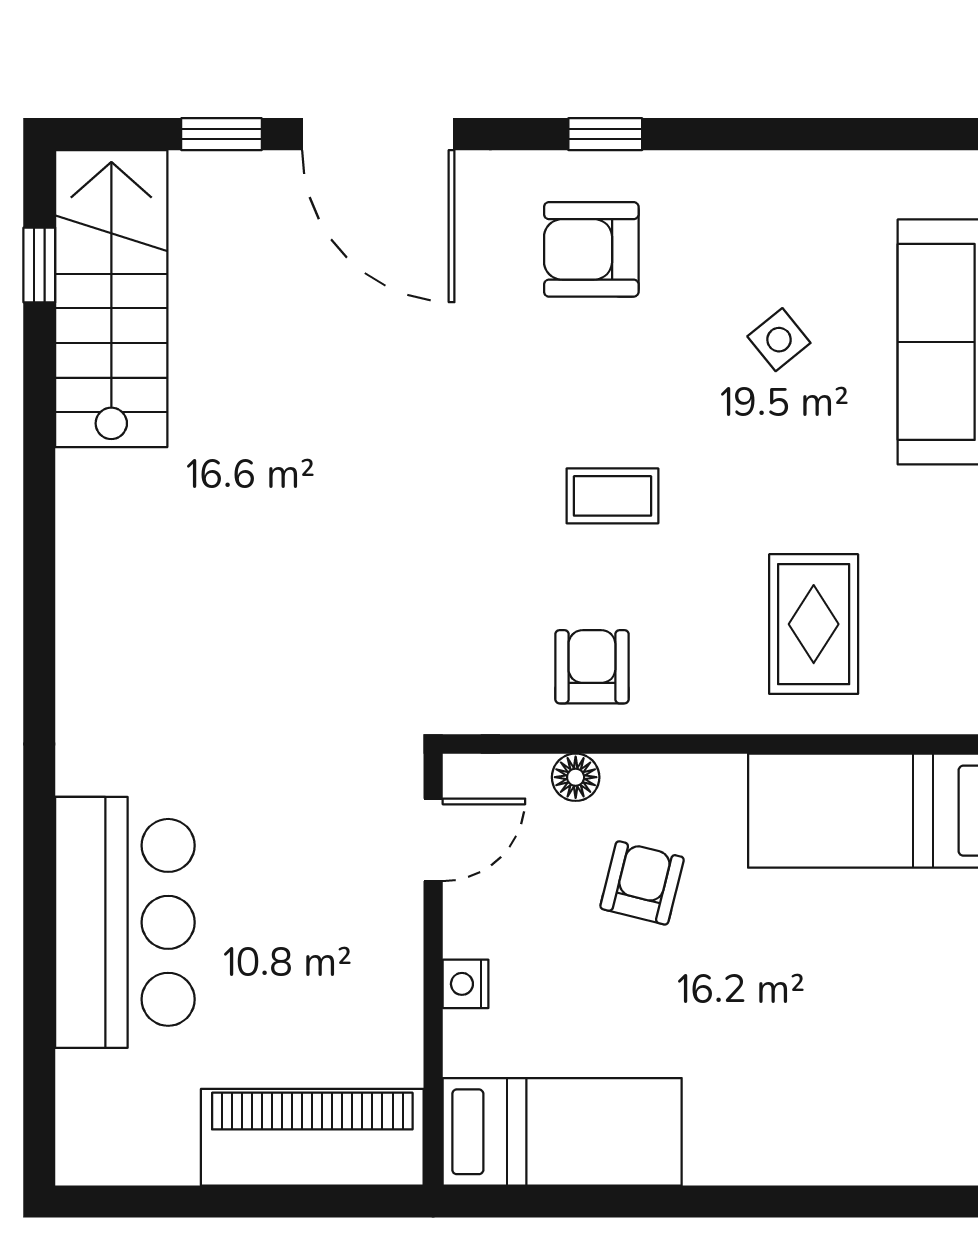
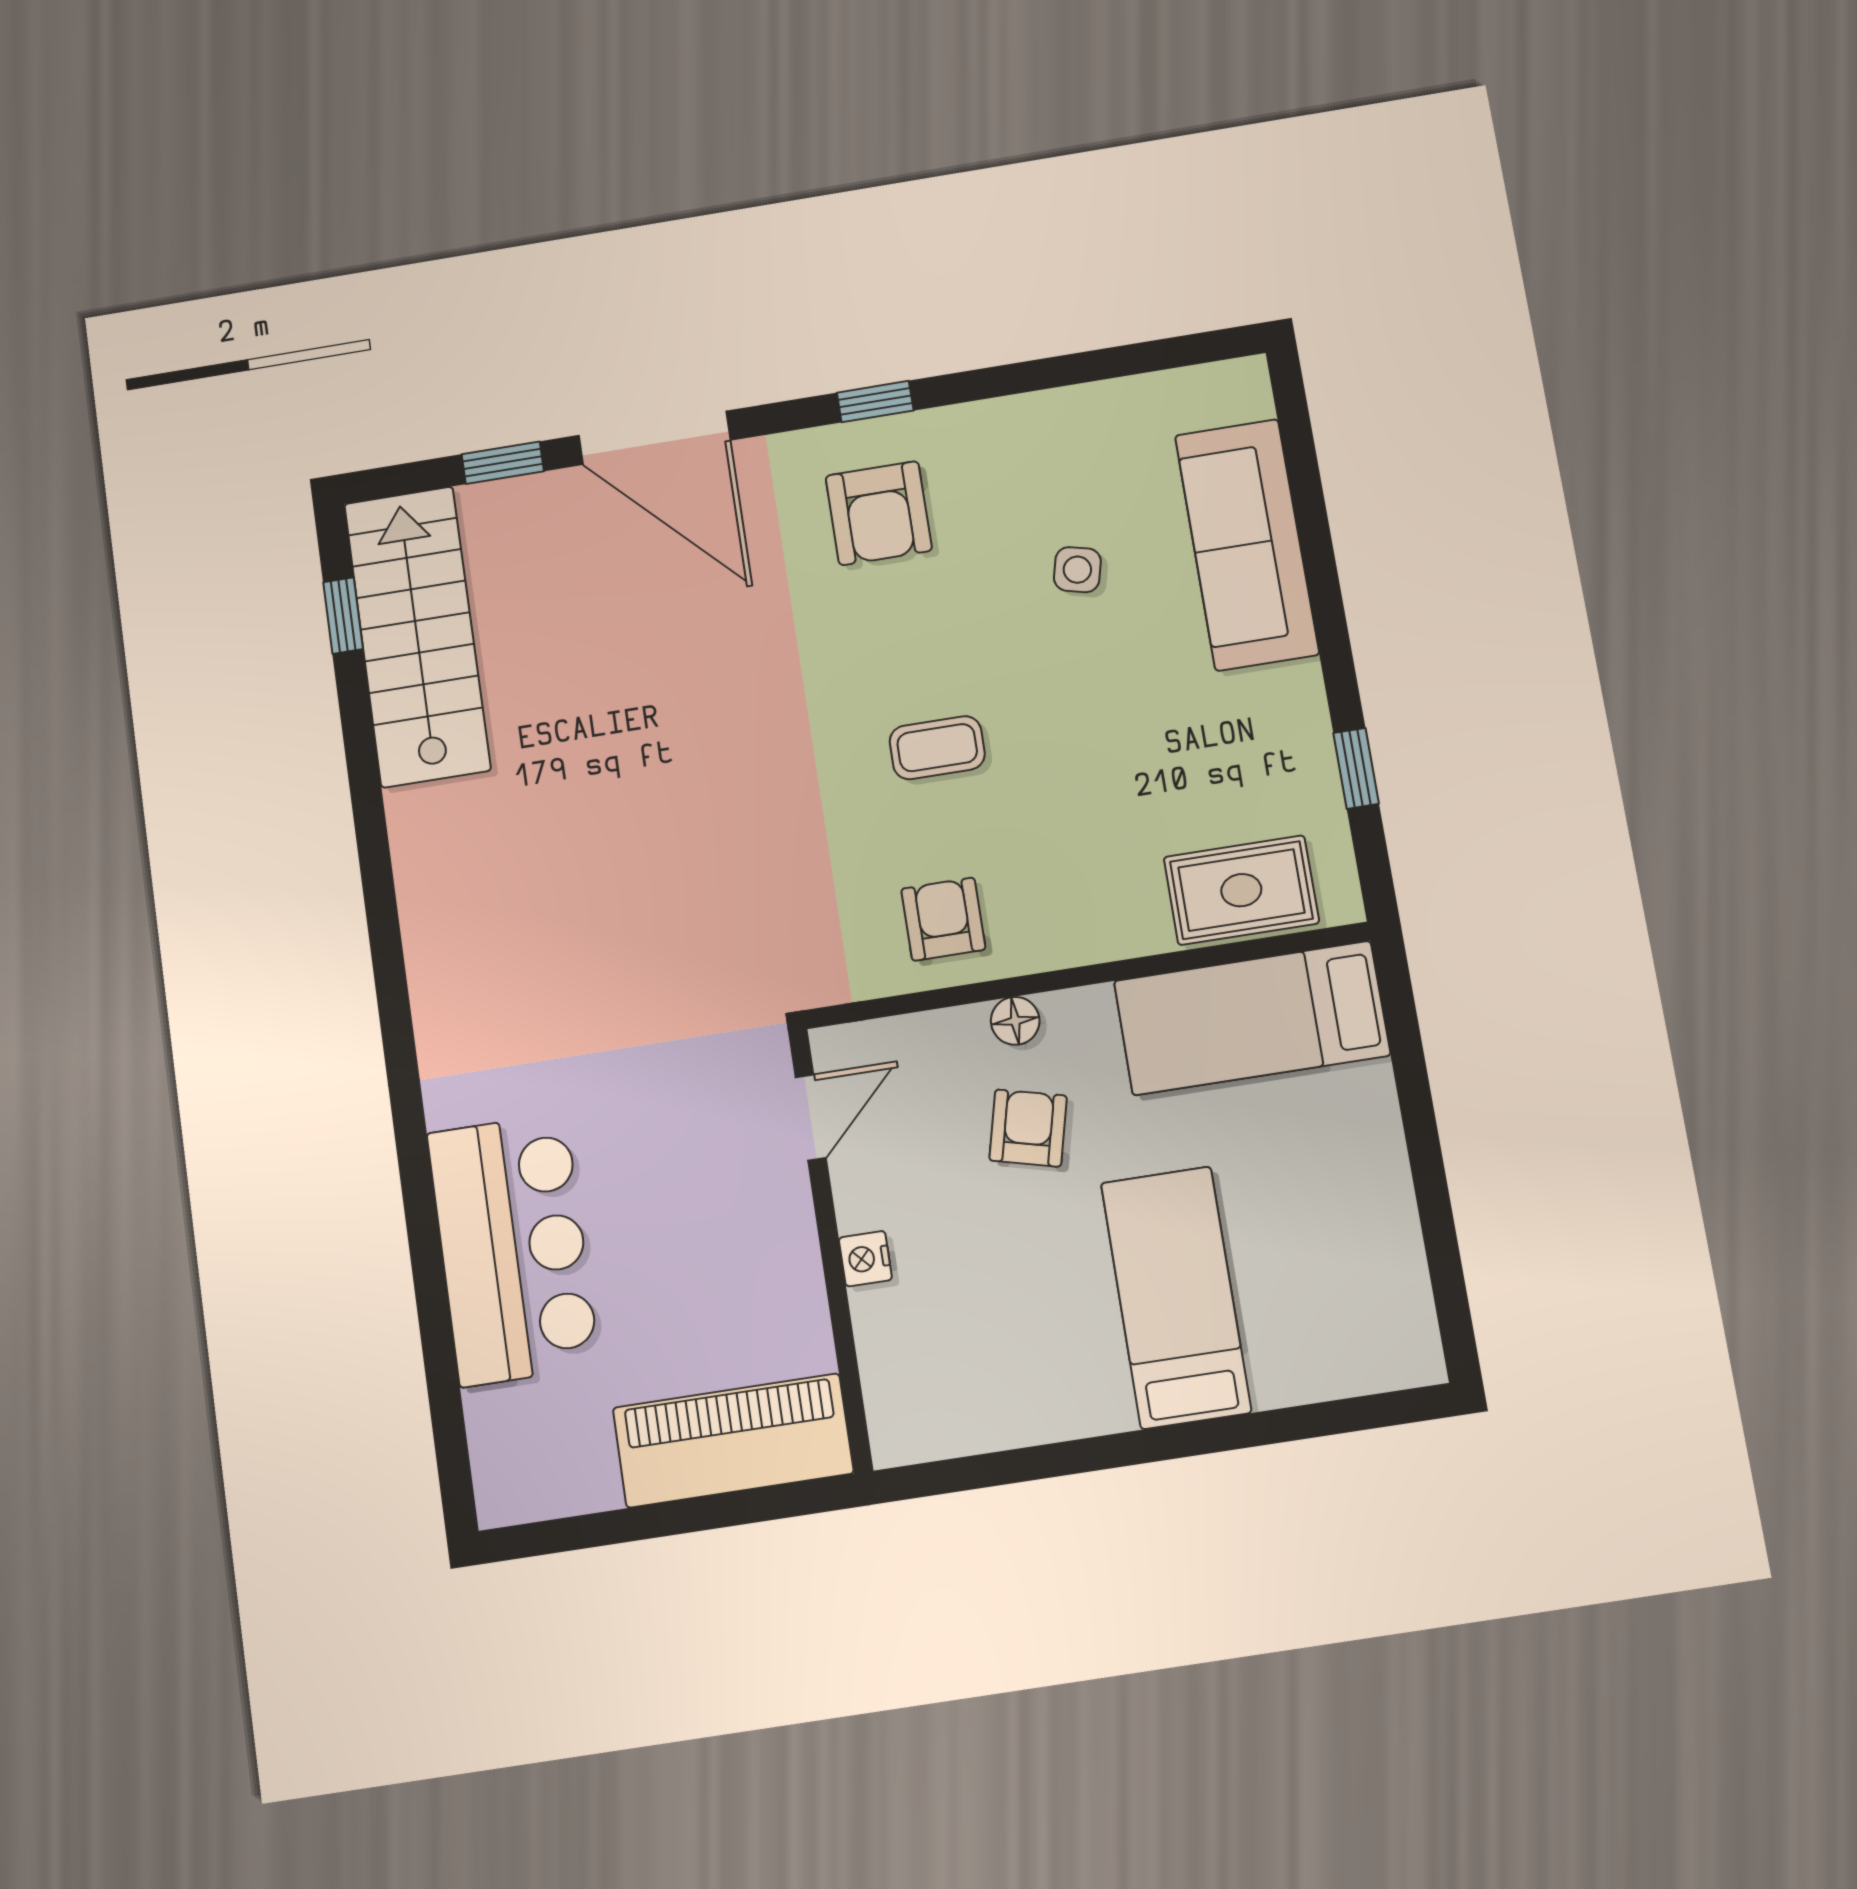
armchair: (591, 249) -> (879, 513), turned -90
side table: (779, 340) -> (1077, 570), turned -37
rug: (814, 624) -> (1241, 890), moved, turned 90
floor lamp: (576, 777) -> (1015, 1021), moved
bed: (562, 1132) -> (1176, 1297), moved, turned -90

